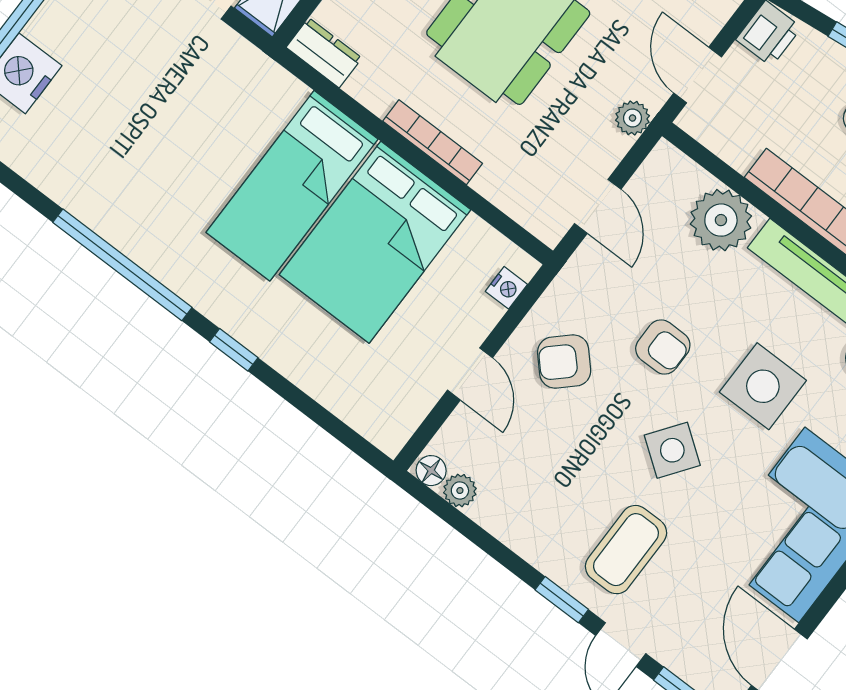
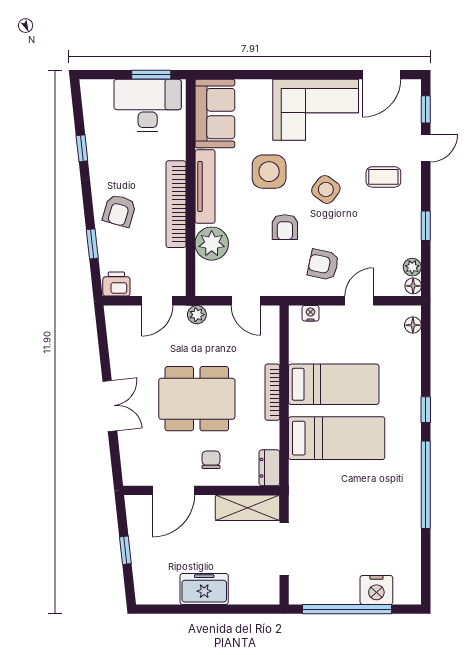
door: (598, 206) -> (246, 301), swing flipped
bed: (375, 242) -> (334, 384), width x0.67
armchair: (663, 347) -> (285, 227), turned 180
armchair: (564, 361) -> (323, 265), turned 145
floor lamp: (373, 426) -> (413, 325), added
coffee table: (626, 550) -> (383, 177), width x0.73, depth x0.77
window: (562, 600) -> (426, 226), moved

